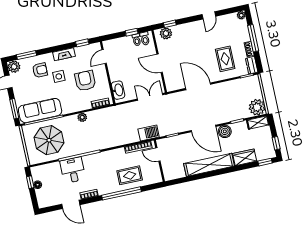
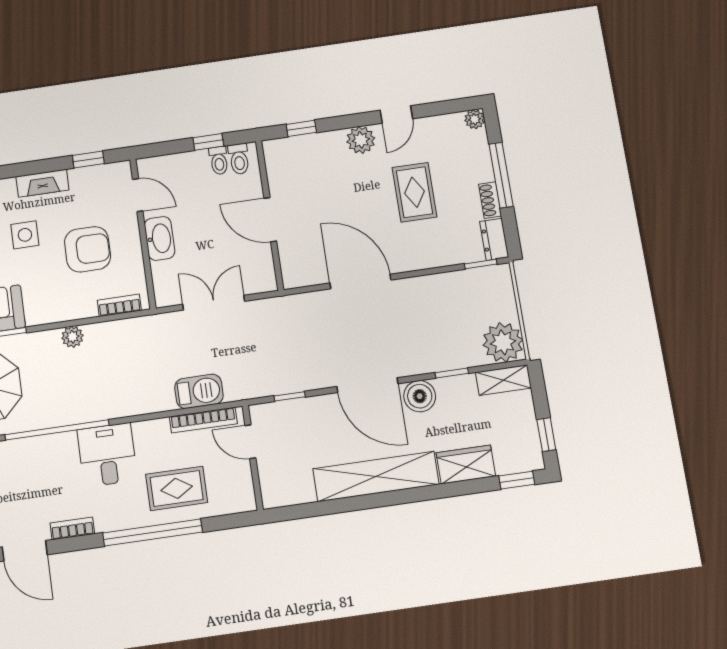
plant: (166, 33) -> (361, 140), moved
door: (104, 57) -> (138, 195), swing flipped
rug: (225, 59) -> (415, 192), moved
armchair: (85, 81) -> (87, 249), turned 90
washbasin: (118, 90) -> (160, 238), moved
double door: (150, 97) -> (214, 303), moved
barbecue: (149, 133) -> (199, 391), moved
desk: (73, 170) -> (107, 455), moved

